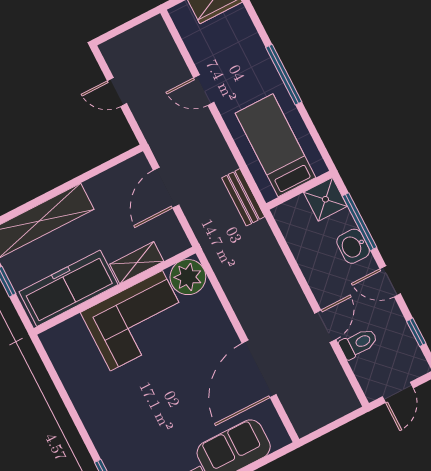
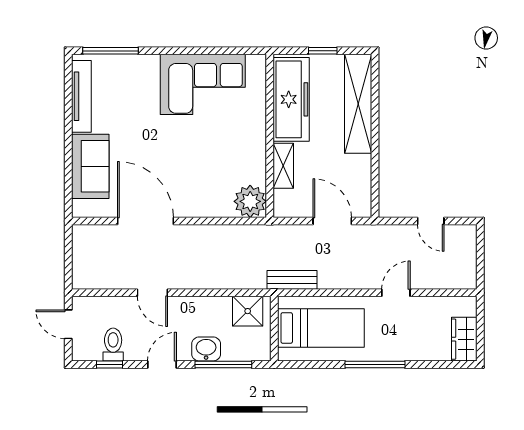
door: (117, 92) -> (431, 221), swing flipped
shower: (325, 199) -> (248, 311), moved
corner sofa: (136, 321) -> (203, 84), moved, turned -90
toilet: (358, 343) -> (113, 345), moved, turned 180

